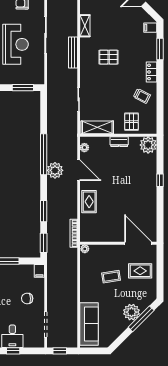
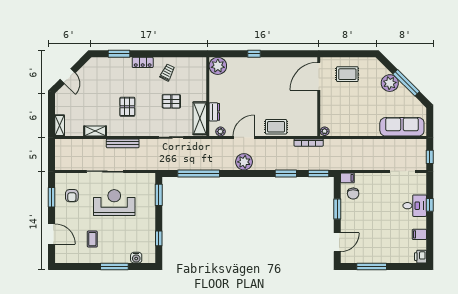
filing cabinet: (150, 28) -> (97, 64), removed
pallet: (131, 122) -> (171, 101), moved
dresser: (119, 142) -> (214, 112), moved
window: (44, 154) -> (199, 174), moved
rug: (140, 271) -> (347, 74), turned 90
coffee table: (111, 277) -> (353, 104), removed
chair: (27, 298) -> (353, 194), moved
window: (141, 319) -> (406, 83), moved

